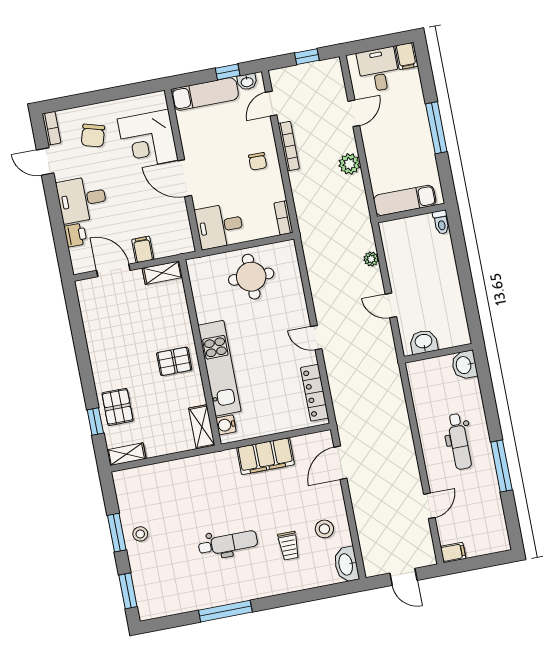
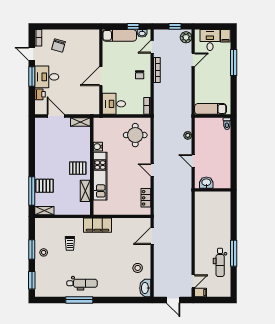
window: (436, 128) -> (234, 62), moved
corner desk: (148, 139) -> (86, 53), removed
plant: (349, 164) -> (186, 37), moved
door: (185, 178) -> (101, 76), hinge flipped
window: (53, 204) -> (32, 77), added
filing cabinet: (143, 249) -> (73, 108), removed
round table: (251, 277) -> (135, 135), moved
washbasin: (464, 365) -> (225, 198), removed
locker: (315, 393) -> (146, 198), width x0.66
pallet: (118, 407) -> (44, 186), turned 90
window: (95, 421) -> (32, 191), width x2.17
water cooler: (226, 425) -> (98, 147), moved
shelving: (202, 427) -> (85, 191), moved
dental chair: (459, 441) -> (220, 262), moved
filing cabinet: (265, 456) -> (97, 225), moved
door: (429, 506) -> (193, 281), moved
dental chair: (228, 543) -> (82, 283), moved
trolley: (289, 546) -> (70, 243), moved

